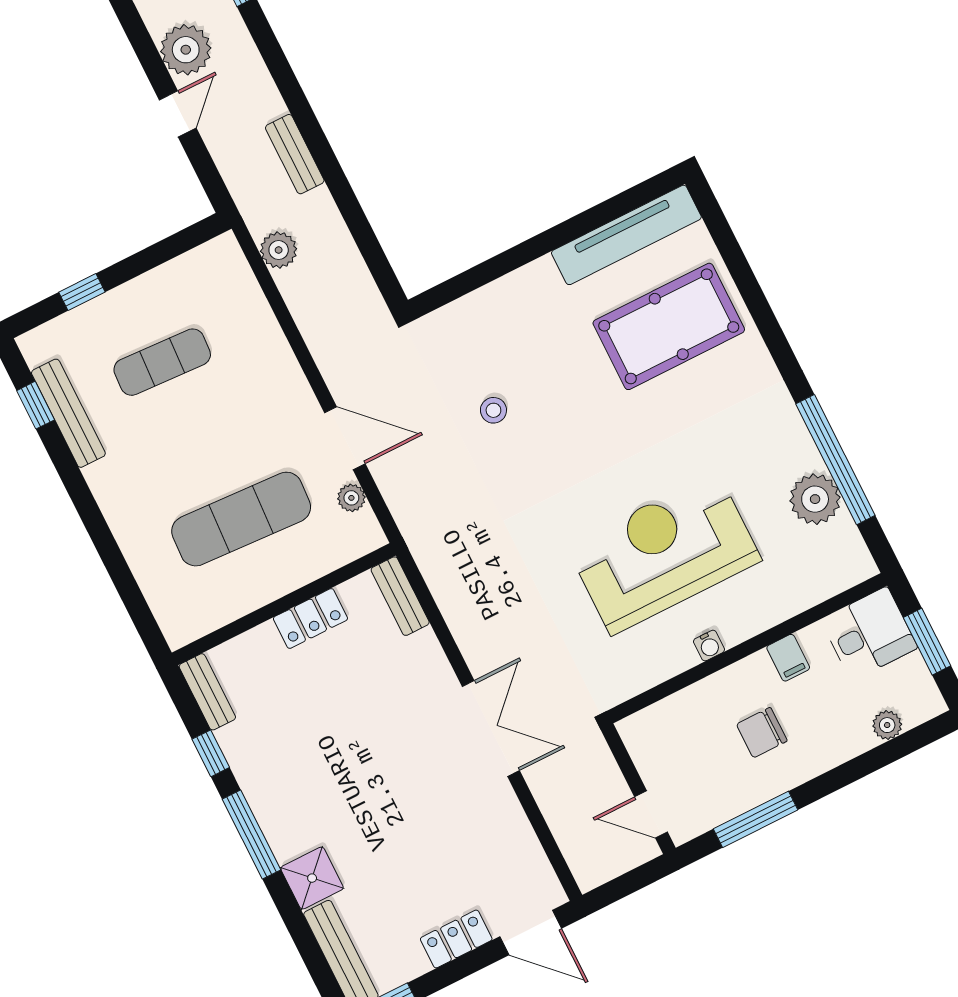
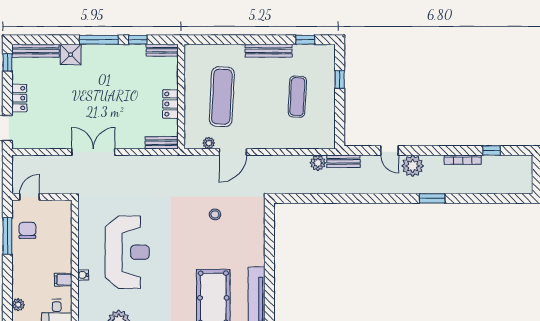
bench: (295, 154) -> (344, 161), moved
bench: (68, 413) -> (269, 51), moved
water cooler: (709, 646) -> (83, 275), moved
double door: (491, 729) -> (93, 152), swing flipped
chair: (762, 733) -> (27, 230), moved

